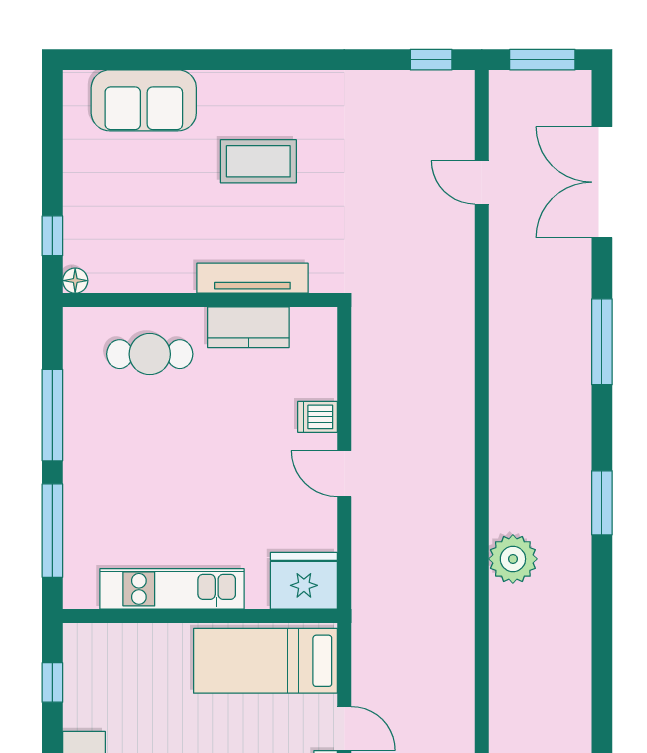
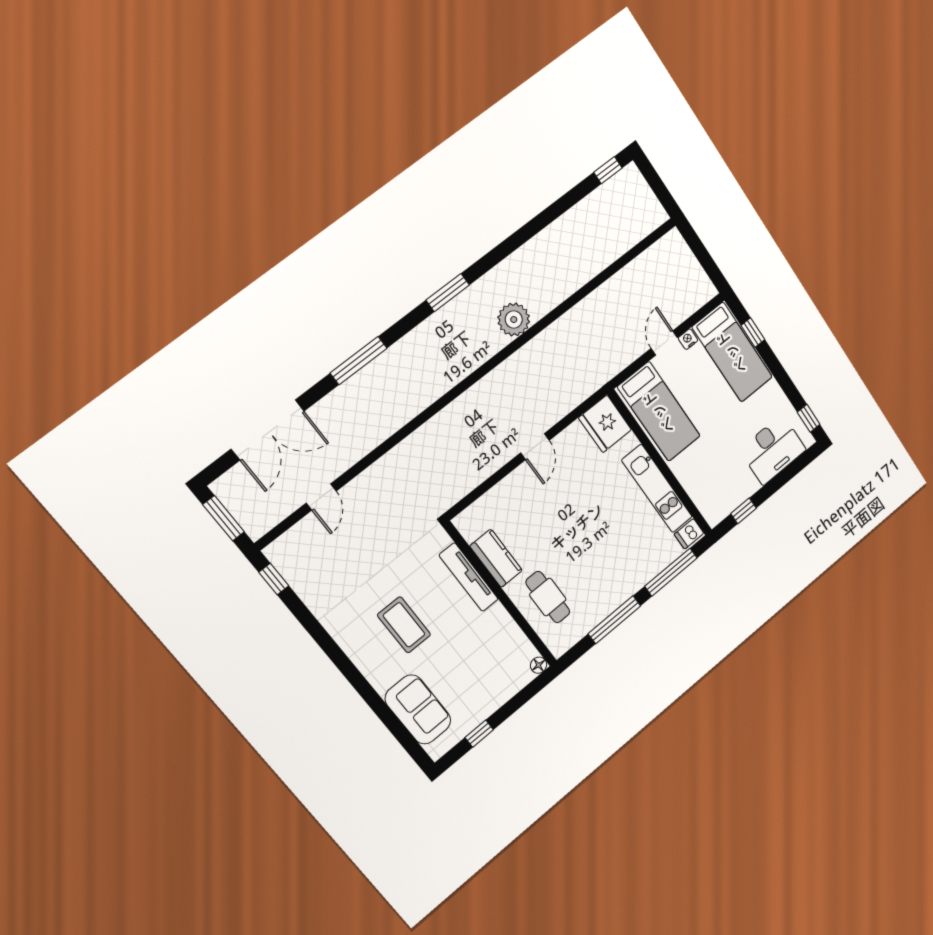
window: (52, 236) -> (479, 734), moved
dishwasher: (318, 417) -> (689, 534), moved, turned 90

